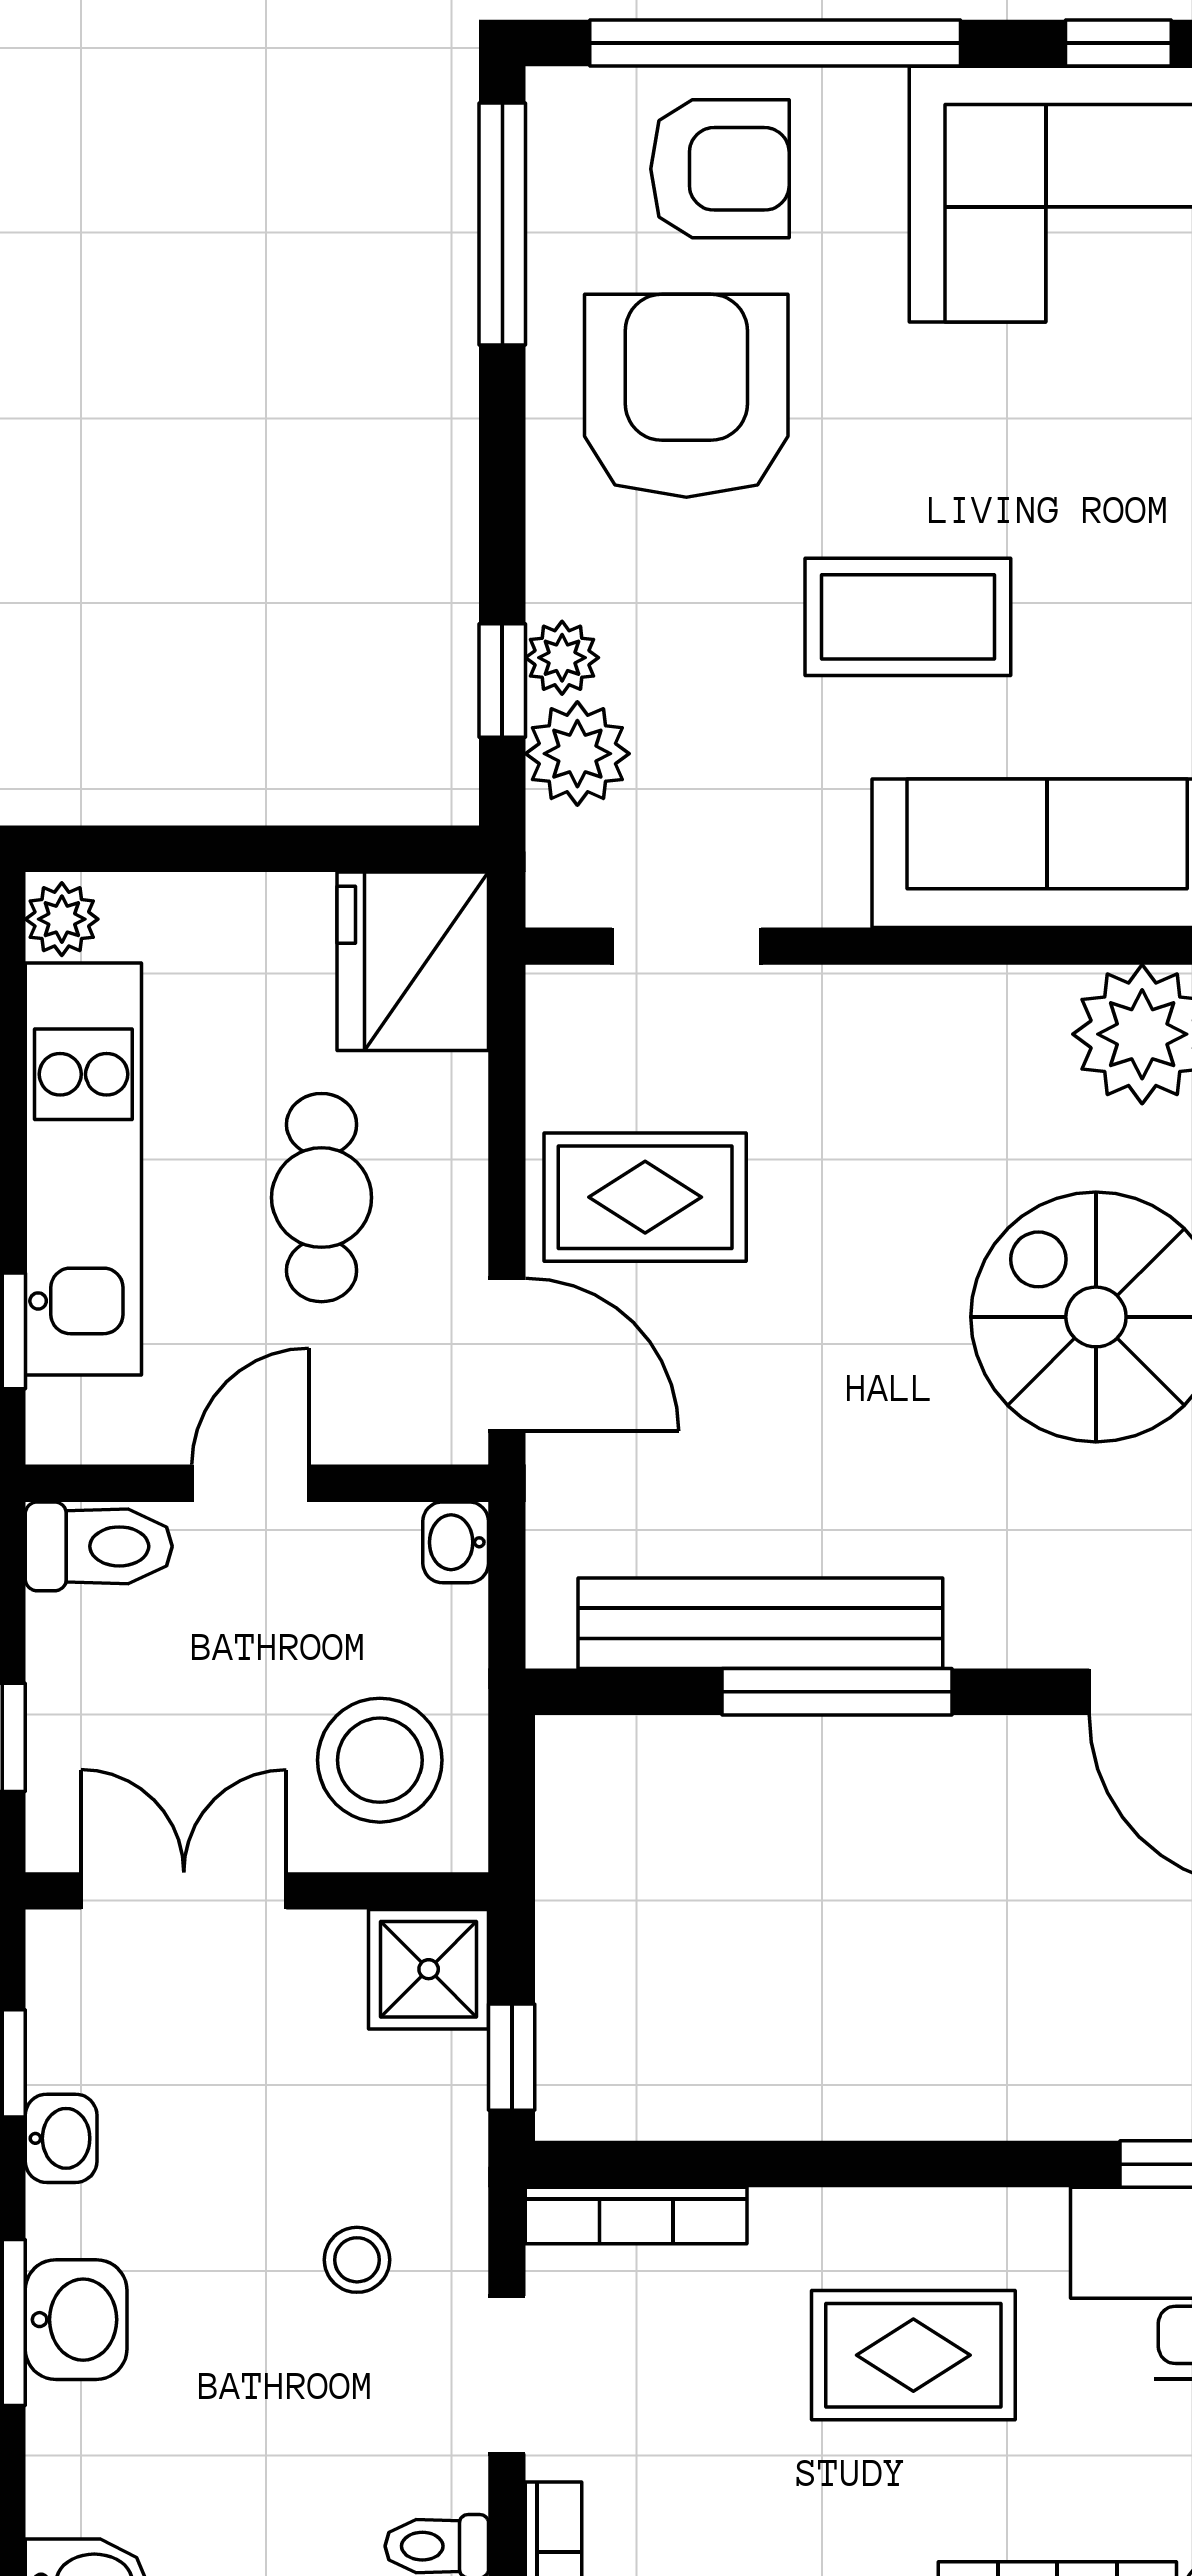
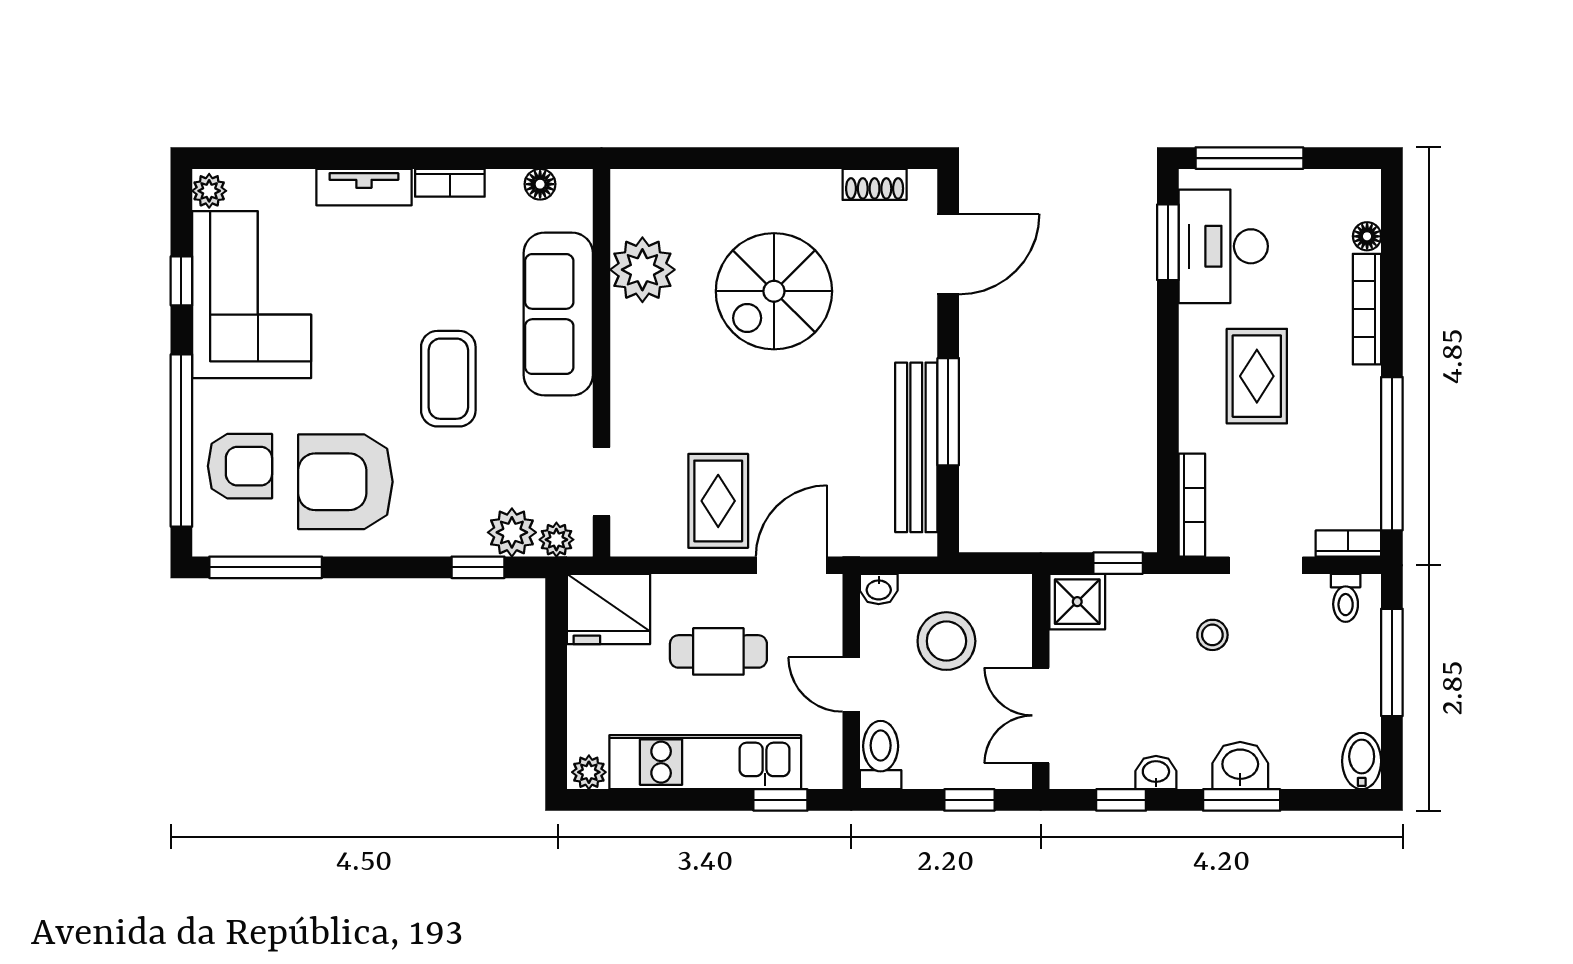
armchair: (720, 169) -> (240, 466), turned 90
plant: (562, 658) -> (556, 540), moved
stool: (380, 1760) -> (946, 641), moved

